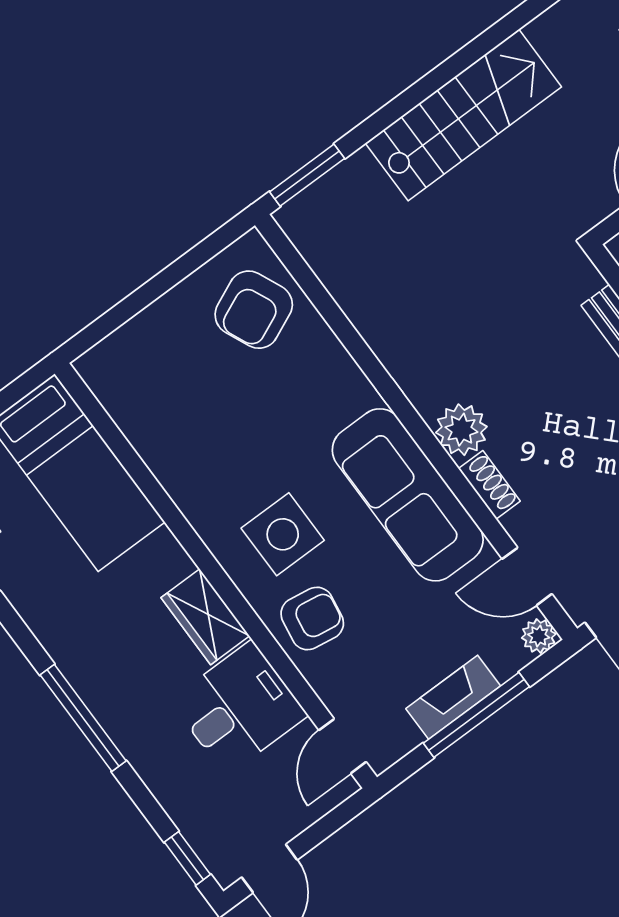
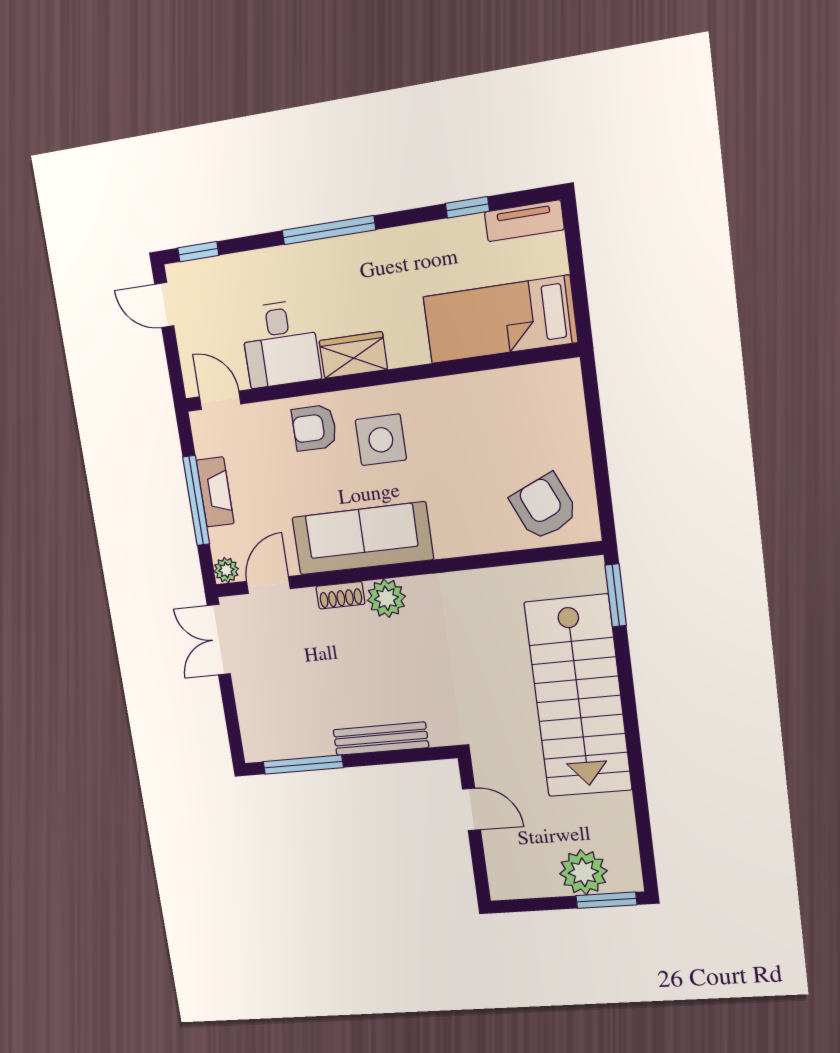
stairs: (463, 115) -> (578, 696), width x1.36, depth x1.51
armchair: (312, 619) -> (314, 428), turned 81

